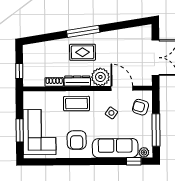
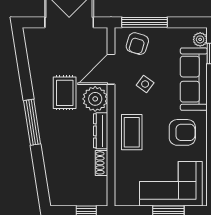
rug: (83, 52) -> (65, 93), moved
window: (156, 130) -> (144, 22), moved

